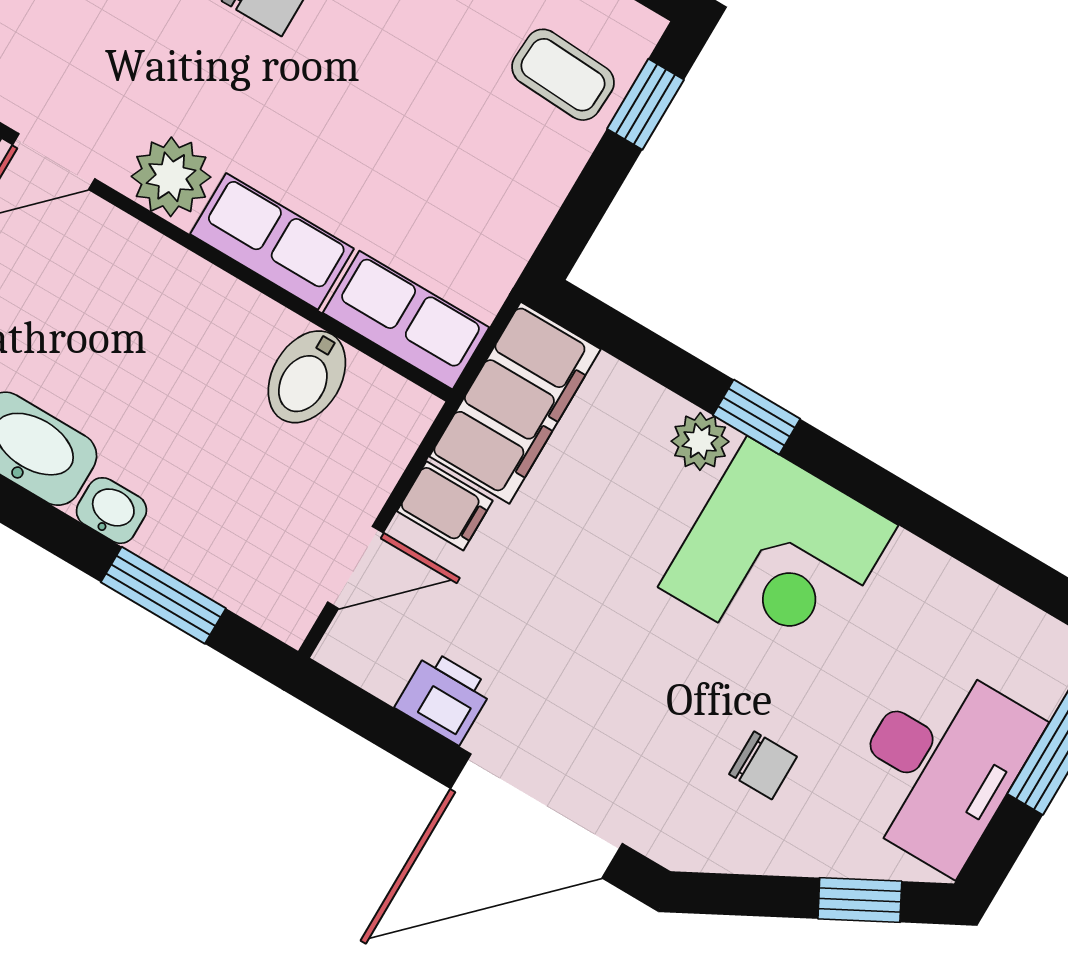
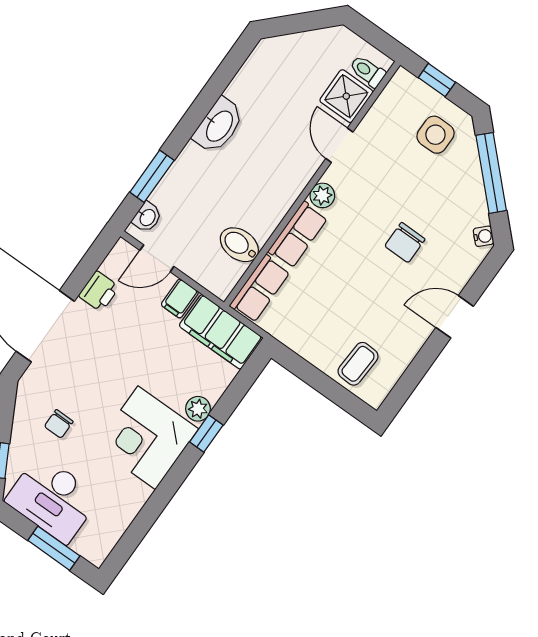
window: (645, 104) -> (343, 398), removed
plant: (171, 177) -> (322, 195), width x0.73, depth x0.73
washbasin: (111, 511) -> (147, 217), moved
door: (355, 567) -> (157, 258), hinge flipped

